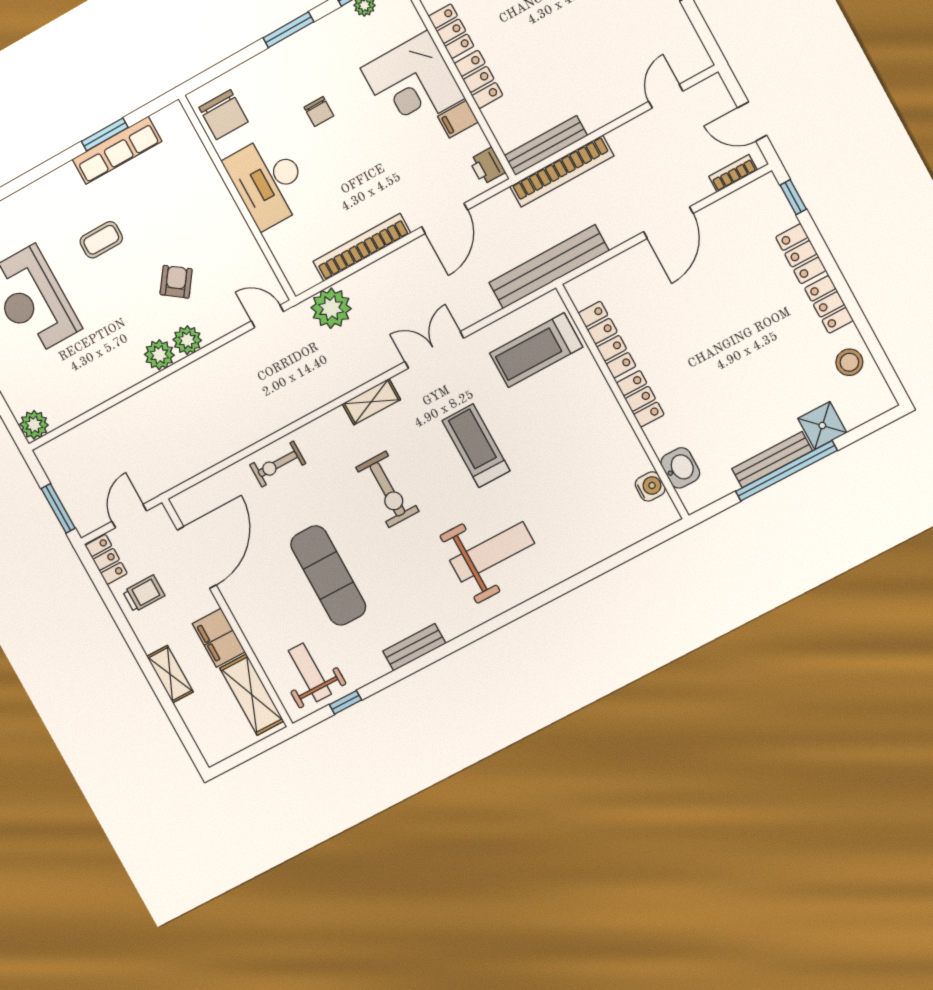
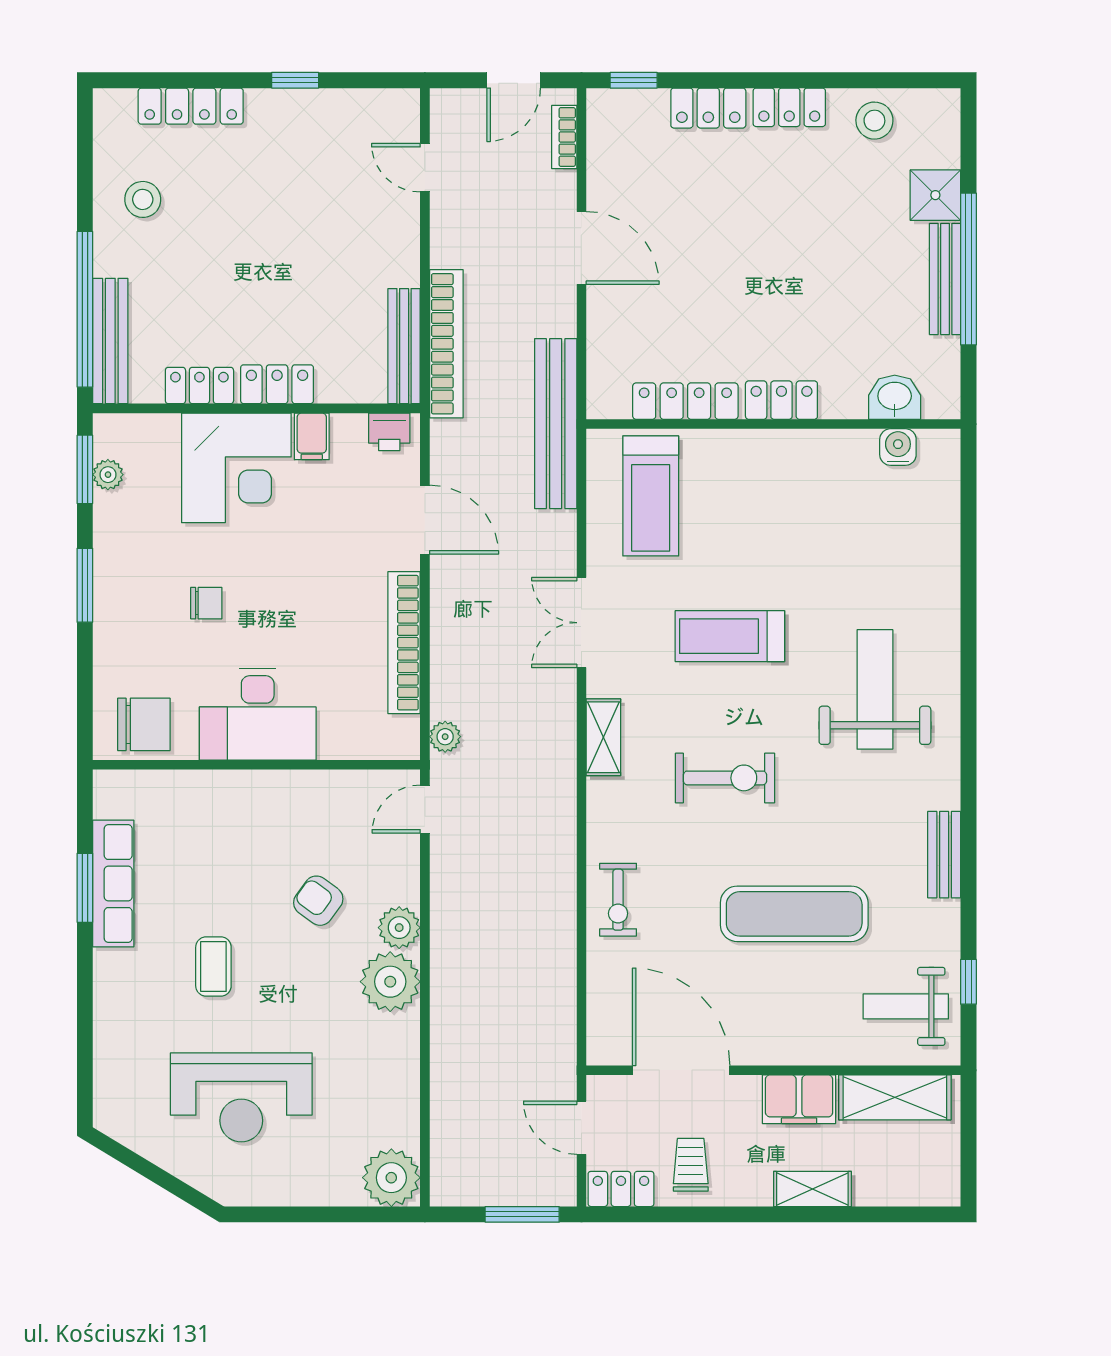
plant: (331, 308) -> (445, 737), width x0.53, depth x0.53
plant: (159, 355) -> (390, 982), width x1.36, depth x1.36
plant: (34, 425) -> (391, 1178), width x1.36, depth x1.36

